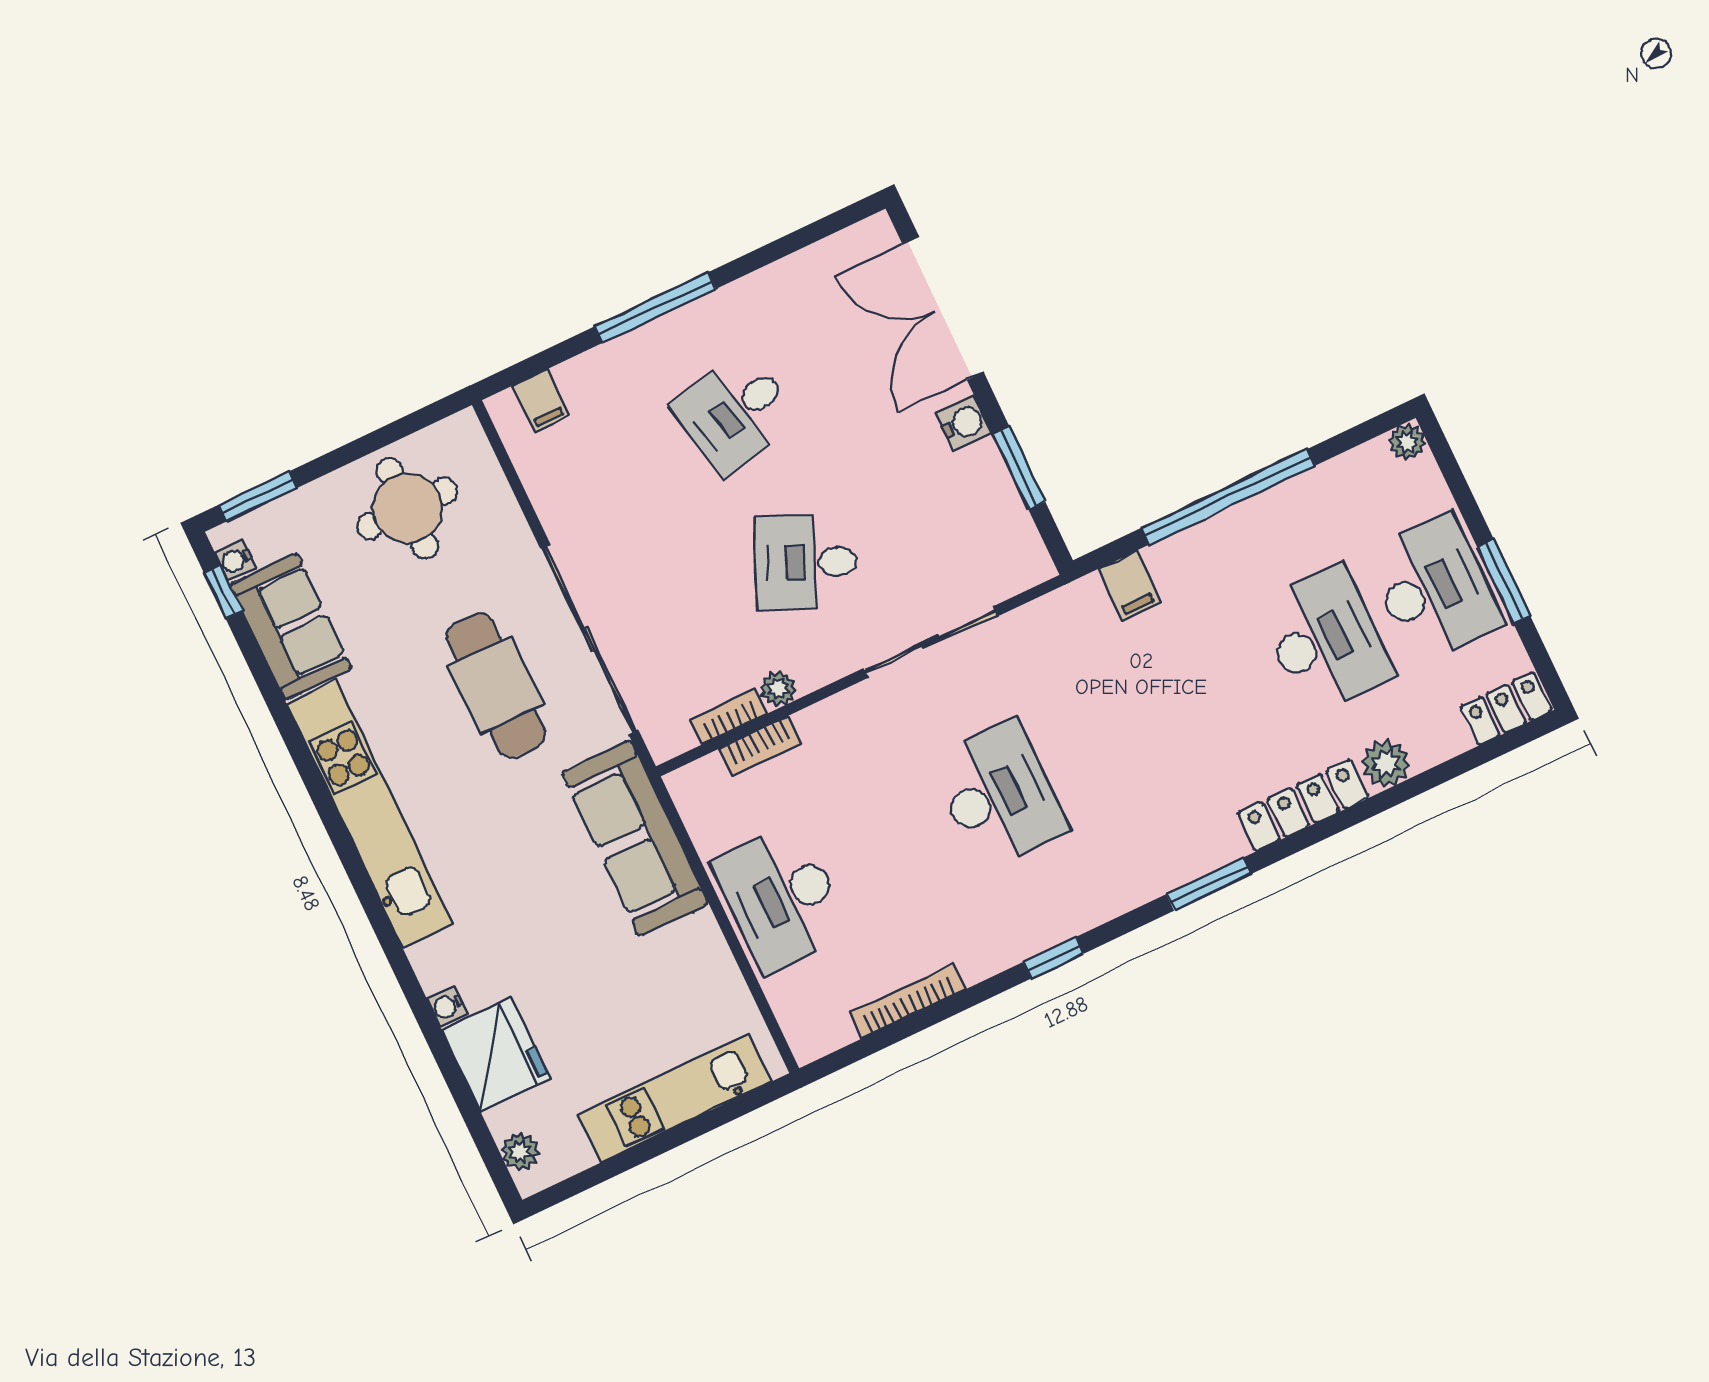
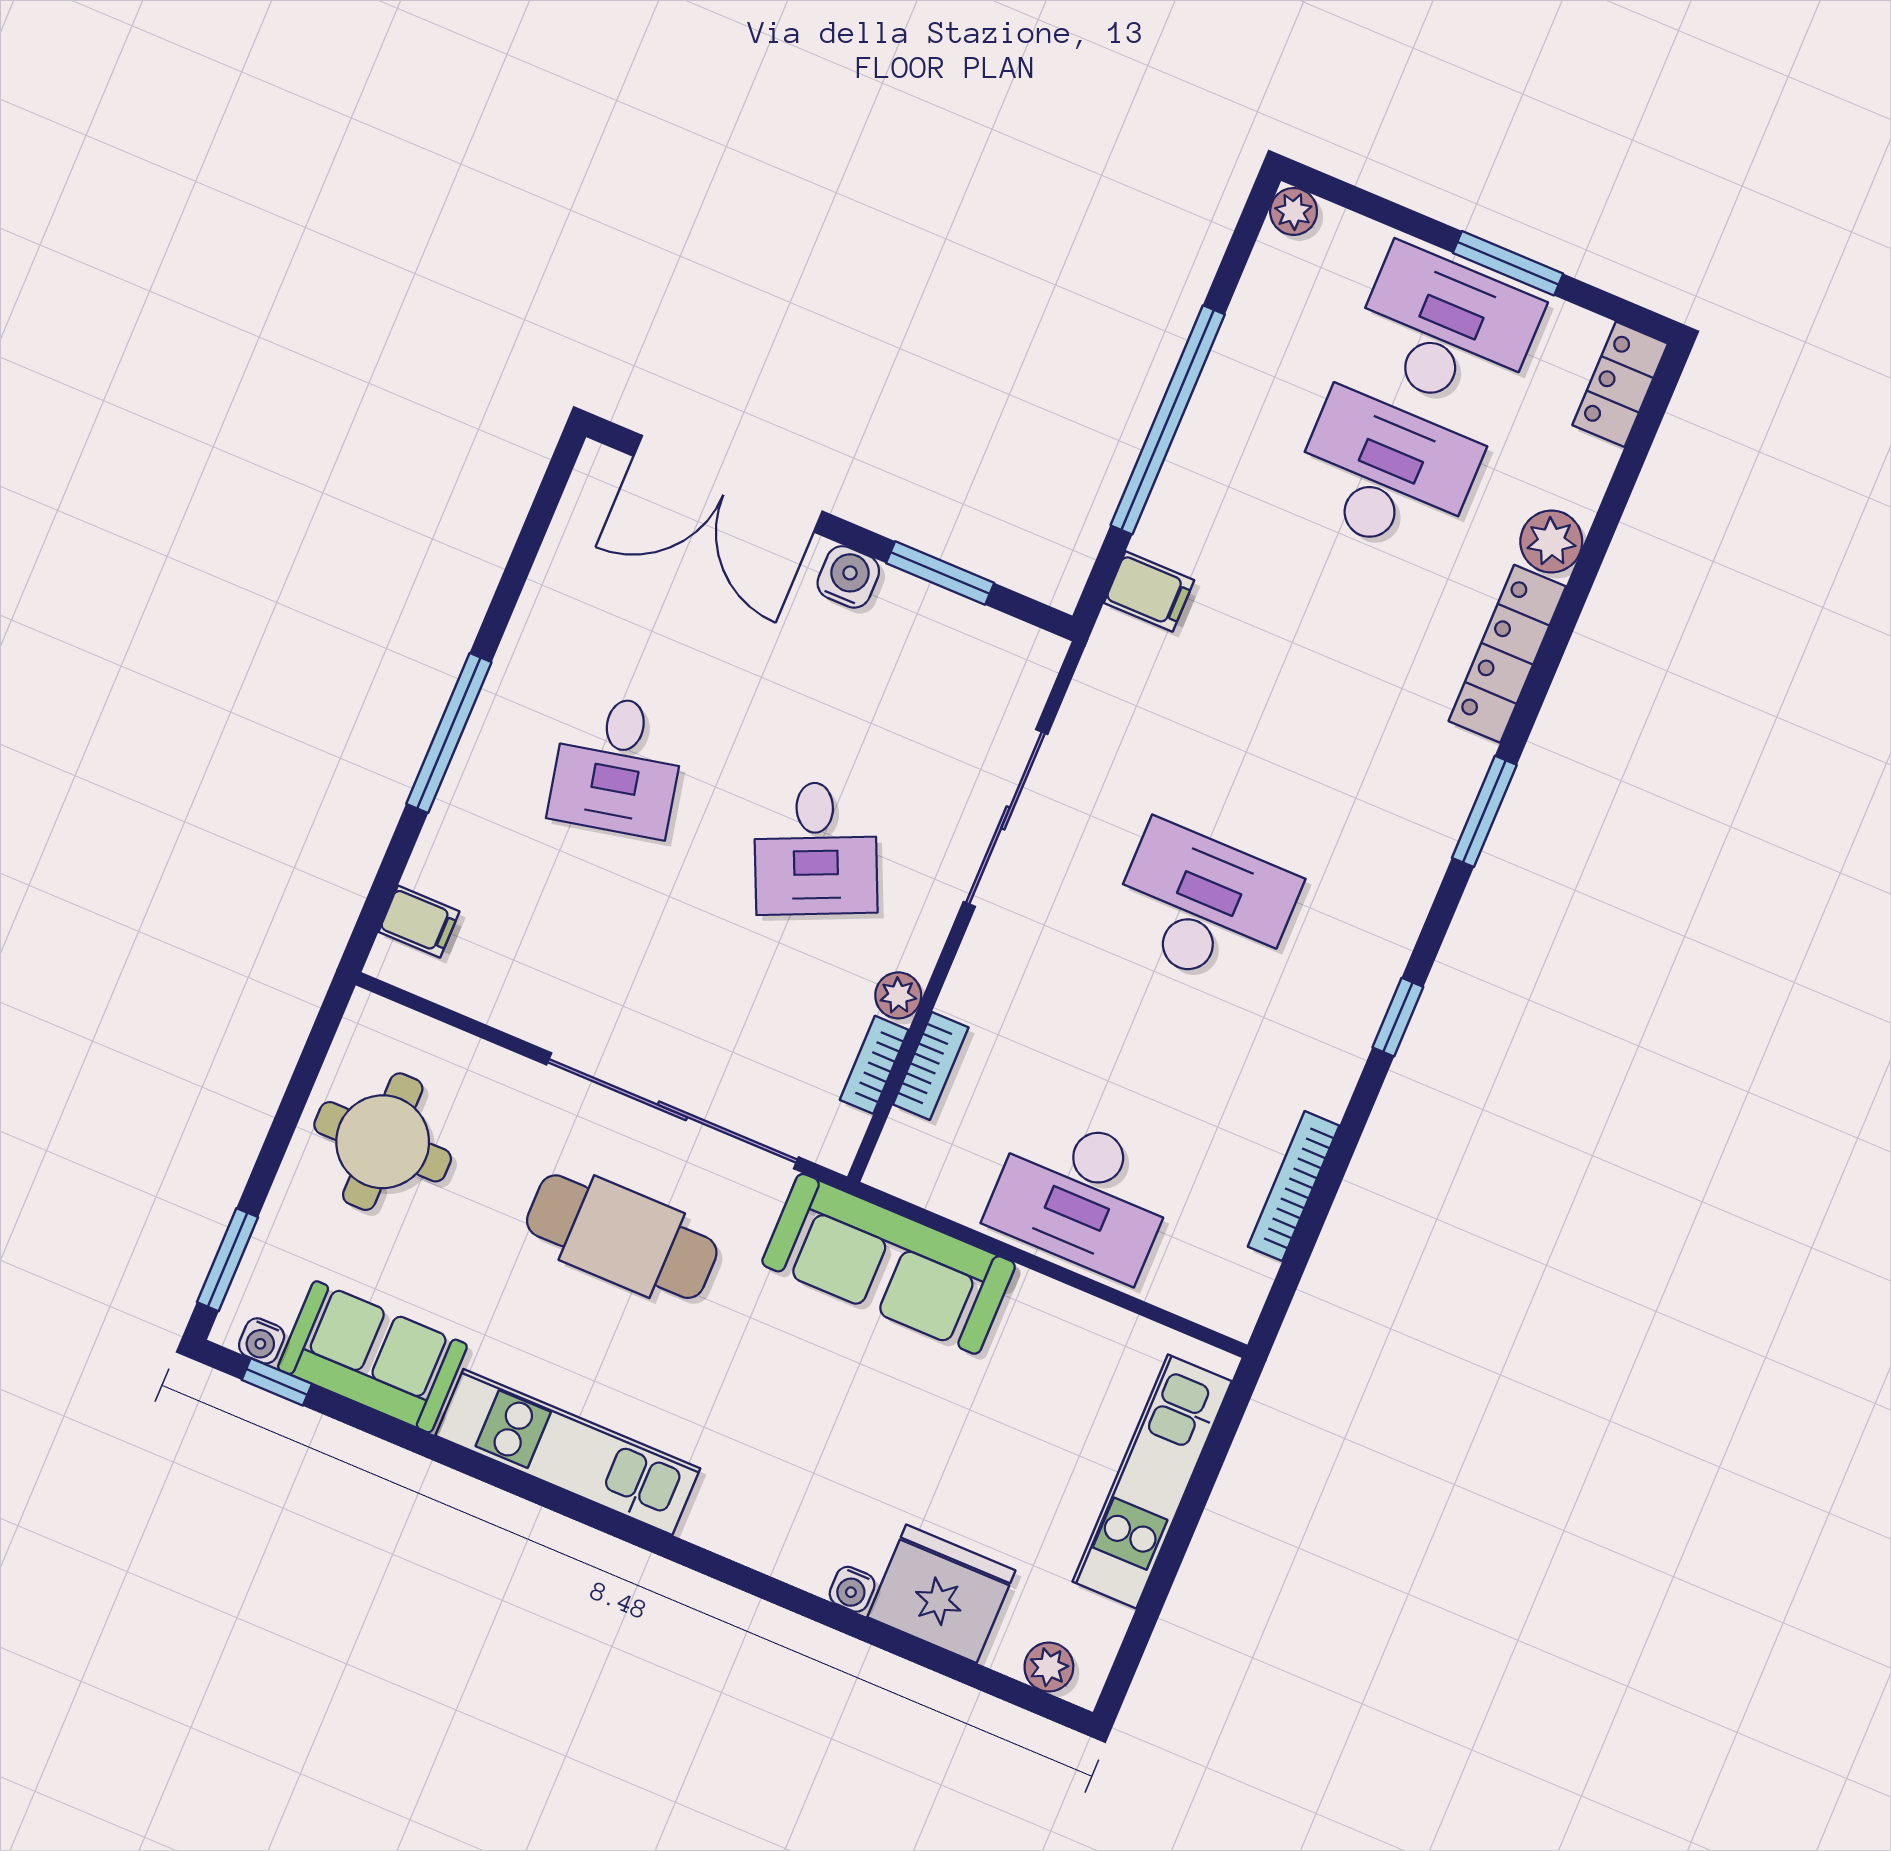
desk: (806, 562) -> (816, 848), turned -48
kitchen unit: (370, 814) -> (568, 1452), width x0.73

